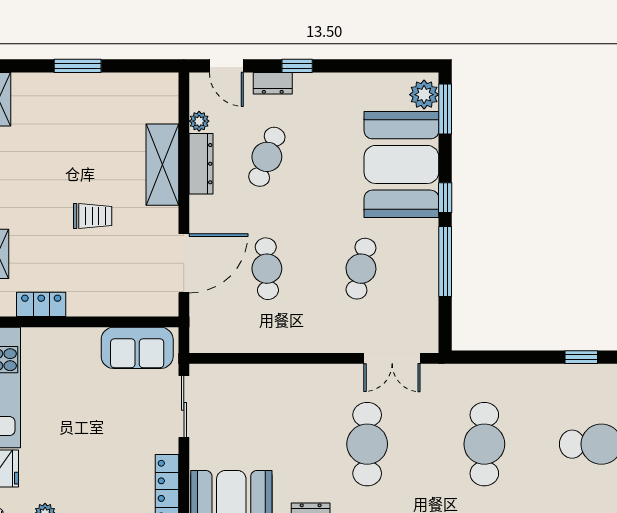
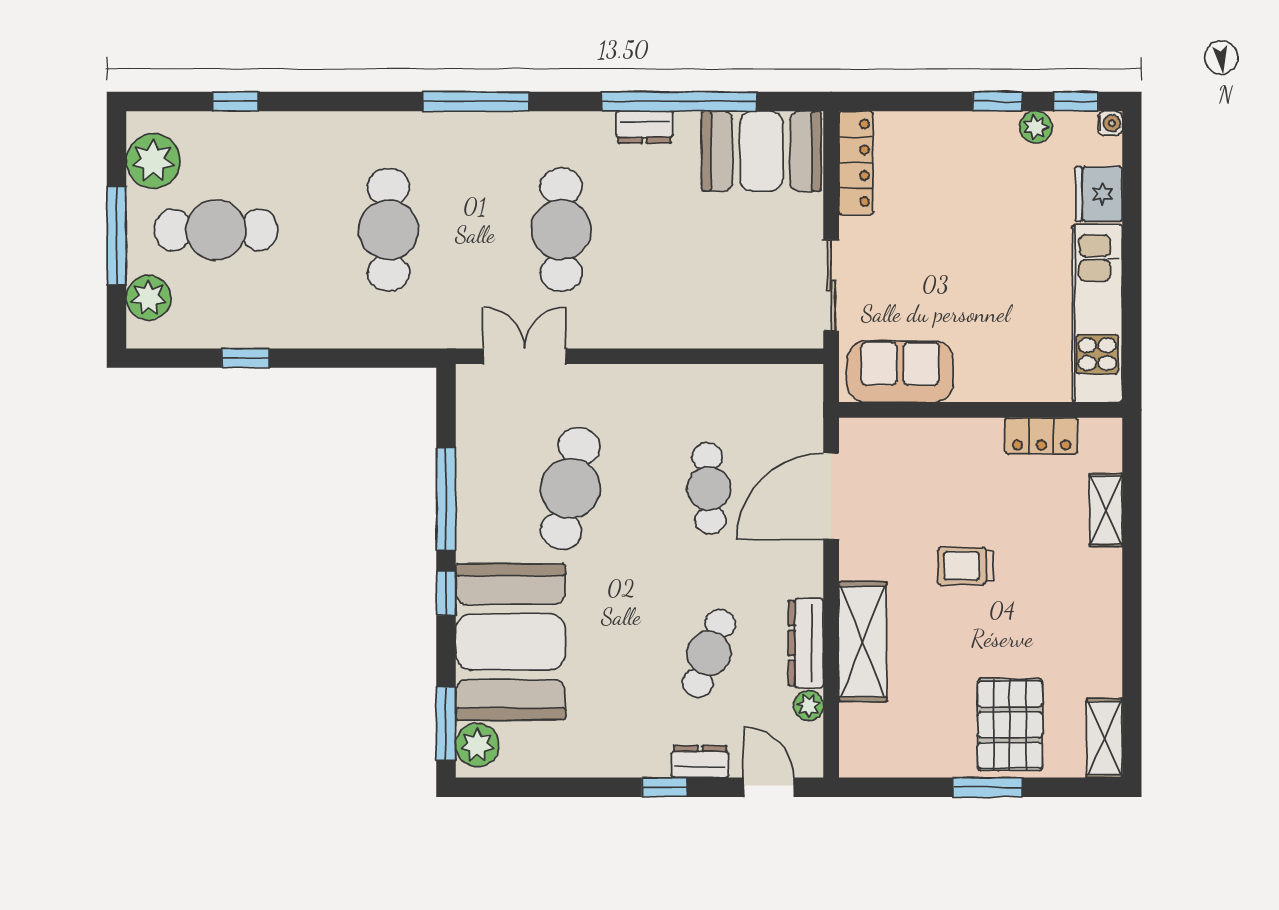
pallet: (63, 108) -> (1010, 725), added
cafe table: (361, 269) -> (570, 488), width x1.37, depth x1.35

